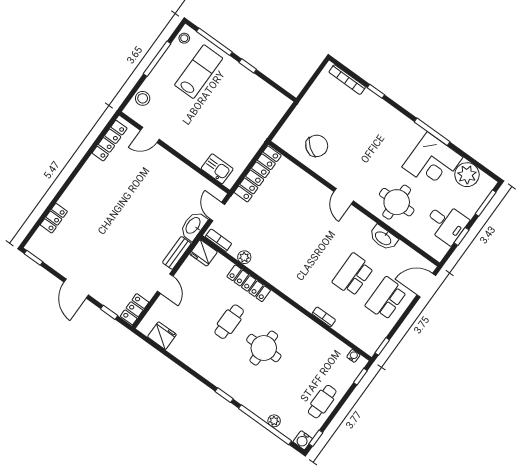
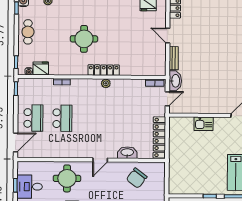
kitchen sink: (217, 169) -> (204, 124), moved
door: (344, 196) -> (100, 160), swing flipped
door: (217, 212) -> (167, 99), hinge flipped
washbasin: (383, 238) -> (127, 153), moved
fridge: (203, 253) -> (41, 68), moved
plant: (244, 257) -> (106, 83), moved
locker: (249, 283) -> (104, 70), moved
cafe table: (229, 322) -> (115, 40), removed

